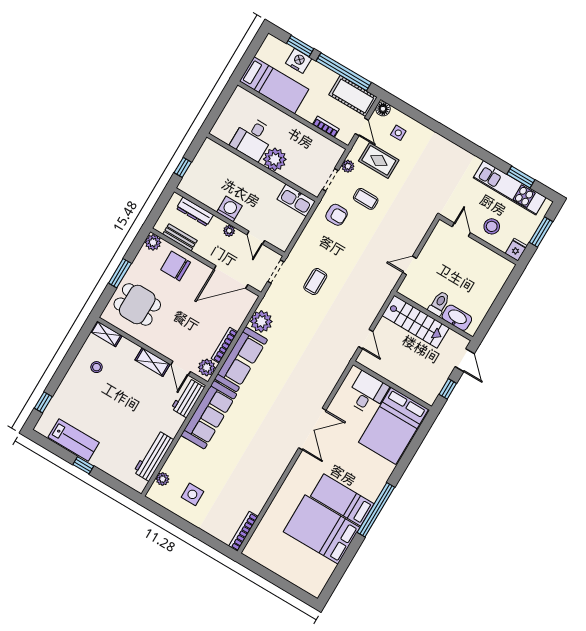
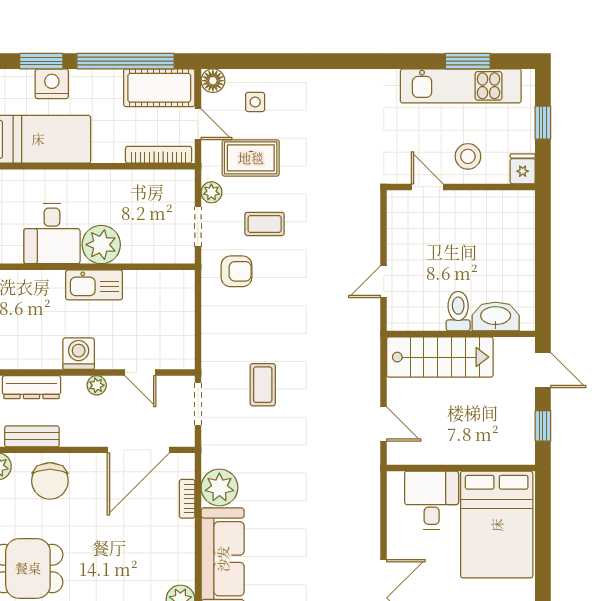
bookcase: (326, 127) -> (159, 155), width x1.56
kitchen sink: (296, 200) -> (94, 285), moved
window: (541, 232) -> (543, 123), width x0.67
chair: (176, 266) -> (50, 481), turned -90
bookcase: (224, 345) -> (187, 499), moved, width x0.64

